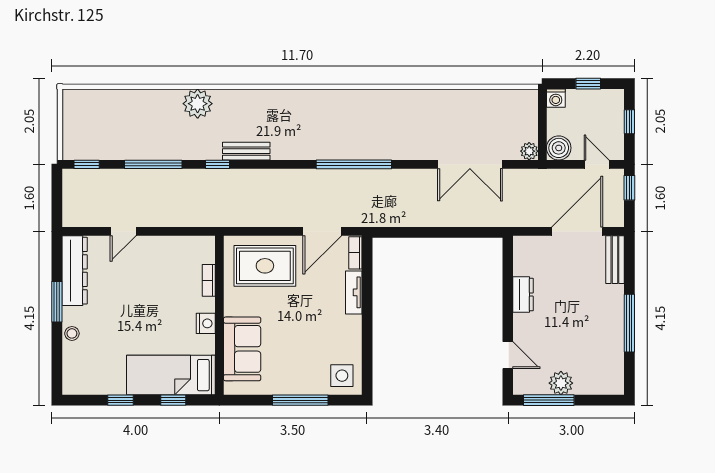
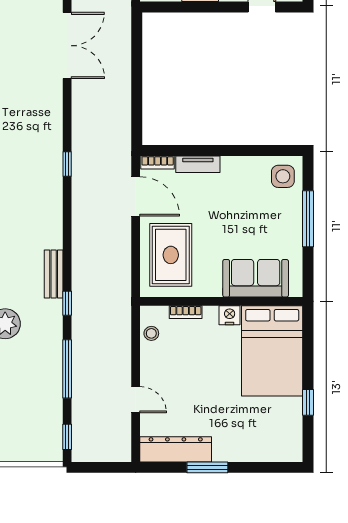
window: (354, 164) -> (67, 164), width x0.32
stool: (72, 333) -> (151, 333), moved
bed: (171, 375) -> (272, 351), width x1.50
window: (173, 400) -> (308, 349), removed

